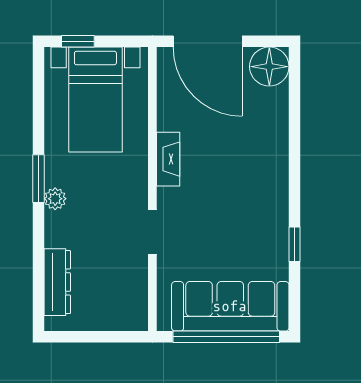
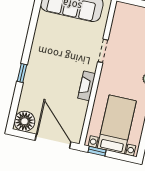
window: (78, 41) -> (97, 151), moved
window: (295, 244) -> (22, 73), moved

